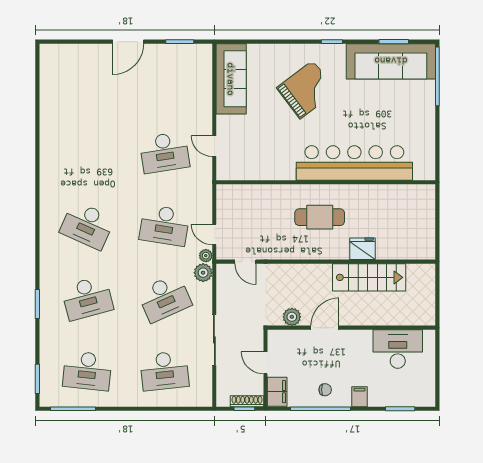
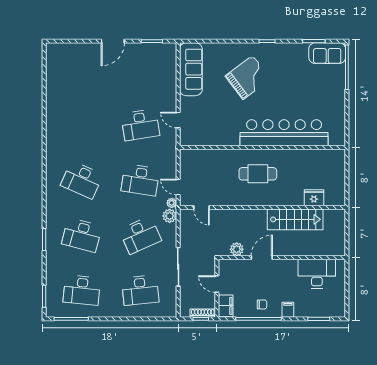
sofa: (391, 61) -> (327, 53), width x0.54, depth x0.79
fridge: (363, 249) -> (314, 198), moved
desk: (87, 298) -> (82, 235), turned 30

